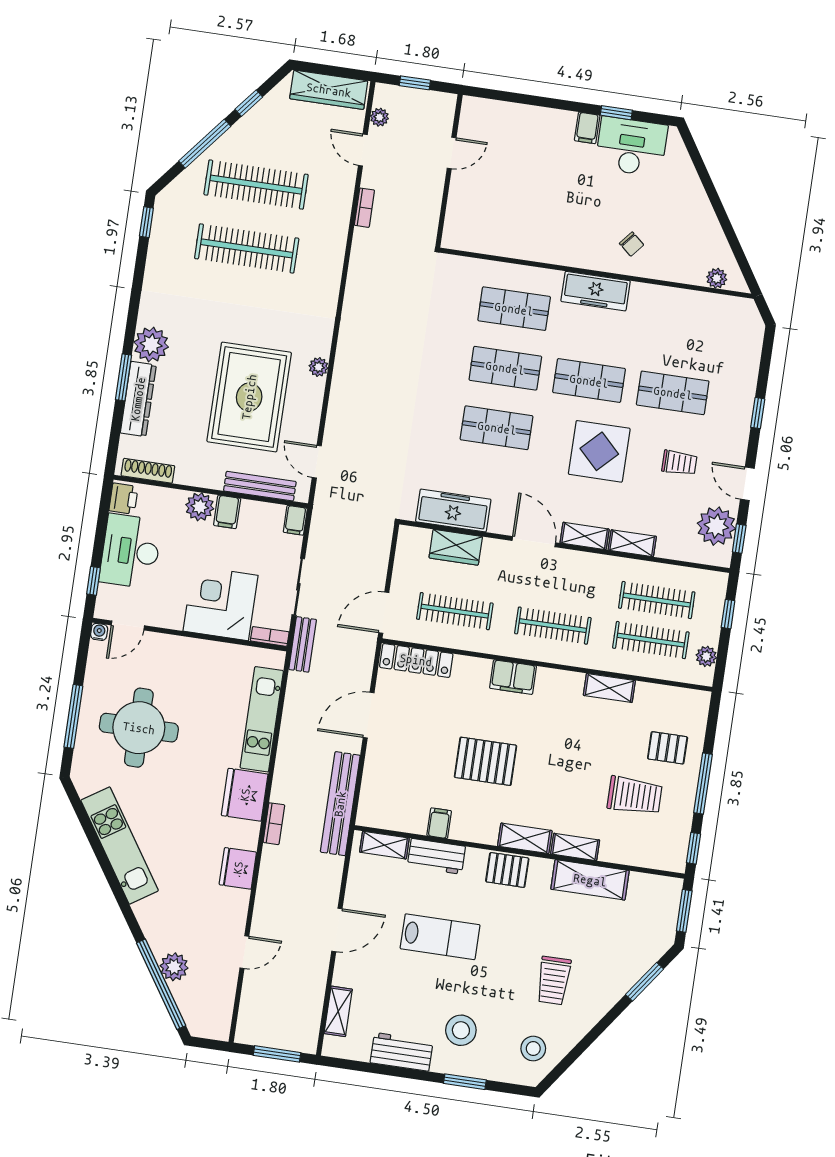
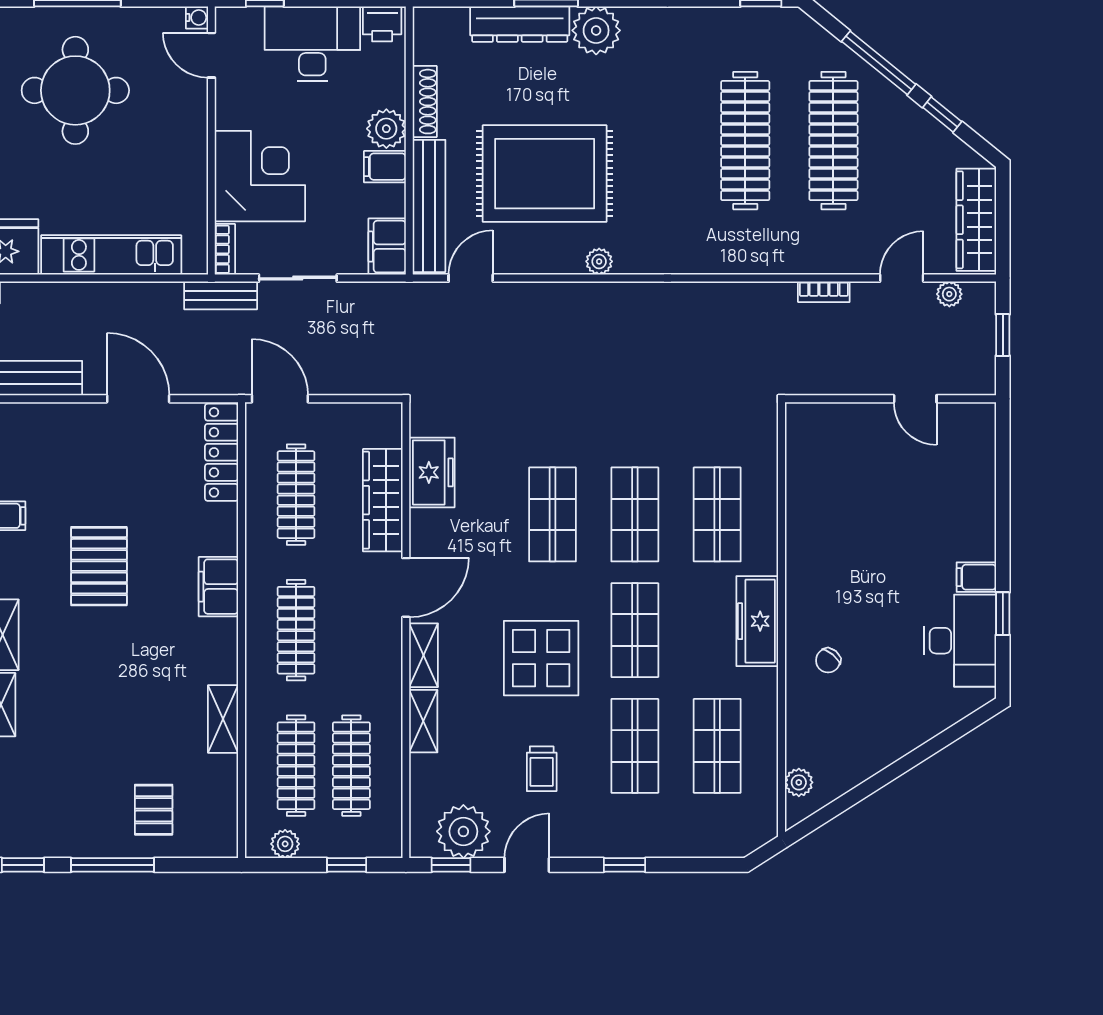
shop shelf: (682, 333) -> (717, 746), added
shoe rack: (148, 471) -> (425, 102), moved
bench: (260, 486) -> (429, 206), width x1.37, depth x1.21
freezer: (453, 510) -> (432, 472), width x0.71
filing cabinet: (295, 520) -> (387, 247), width x2.00
wardrobe: (456, 547) -> (383, 500), width x1.50
trolley: (635, 796) -> (82, 775), removed

